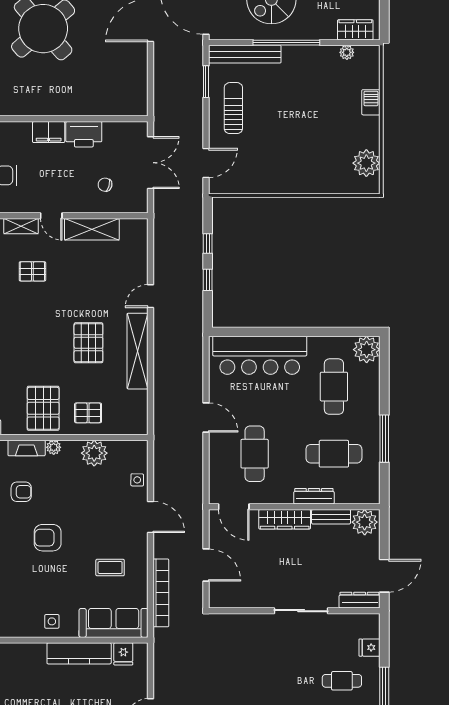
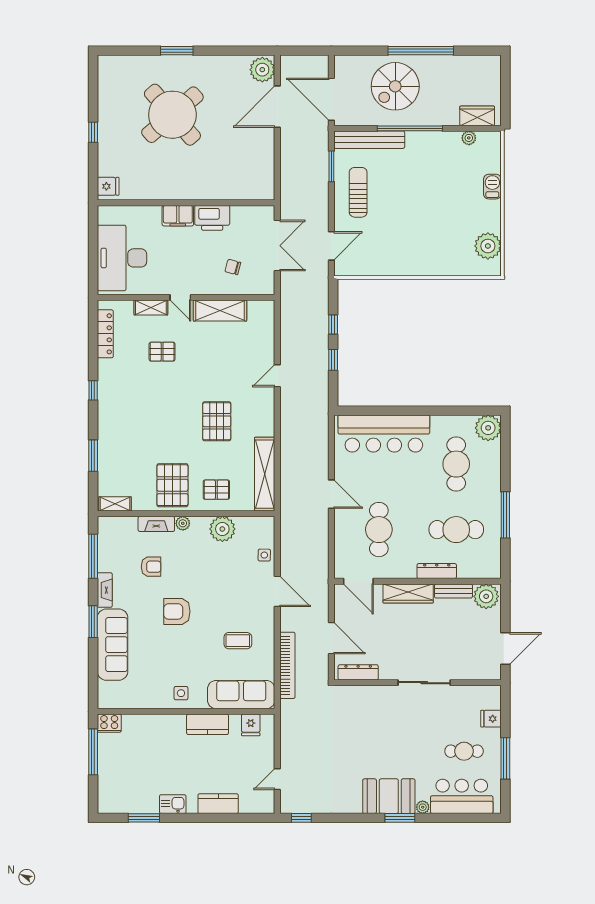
shelving: (138, 351) -> (265, 474), moved
dresser: (360, 600) -> (358, 672), moved
kitchen counter: (79, 653) -> (208, 724), width x0.67

